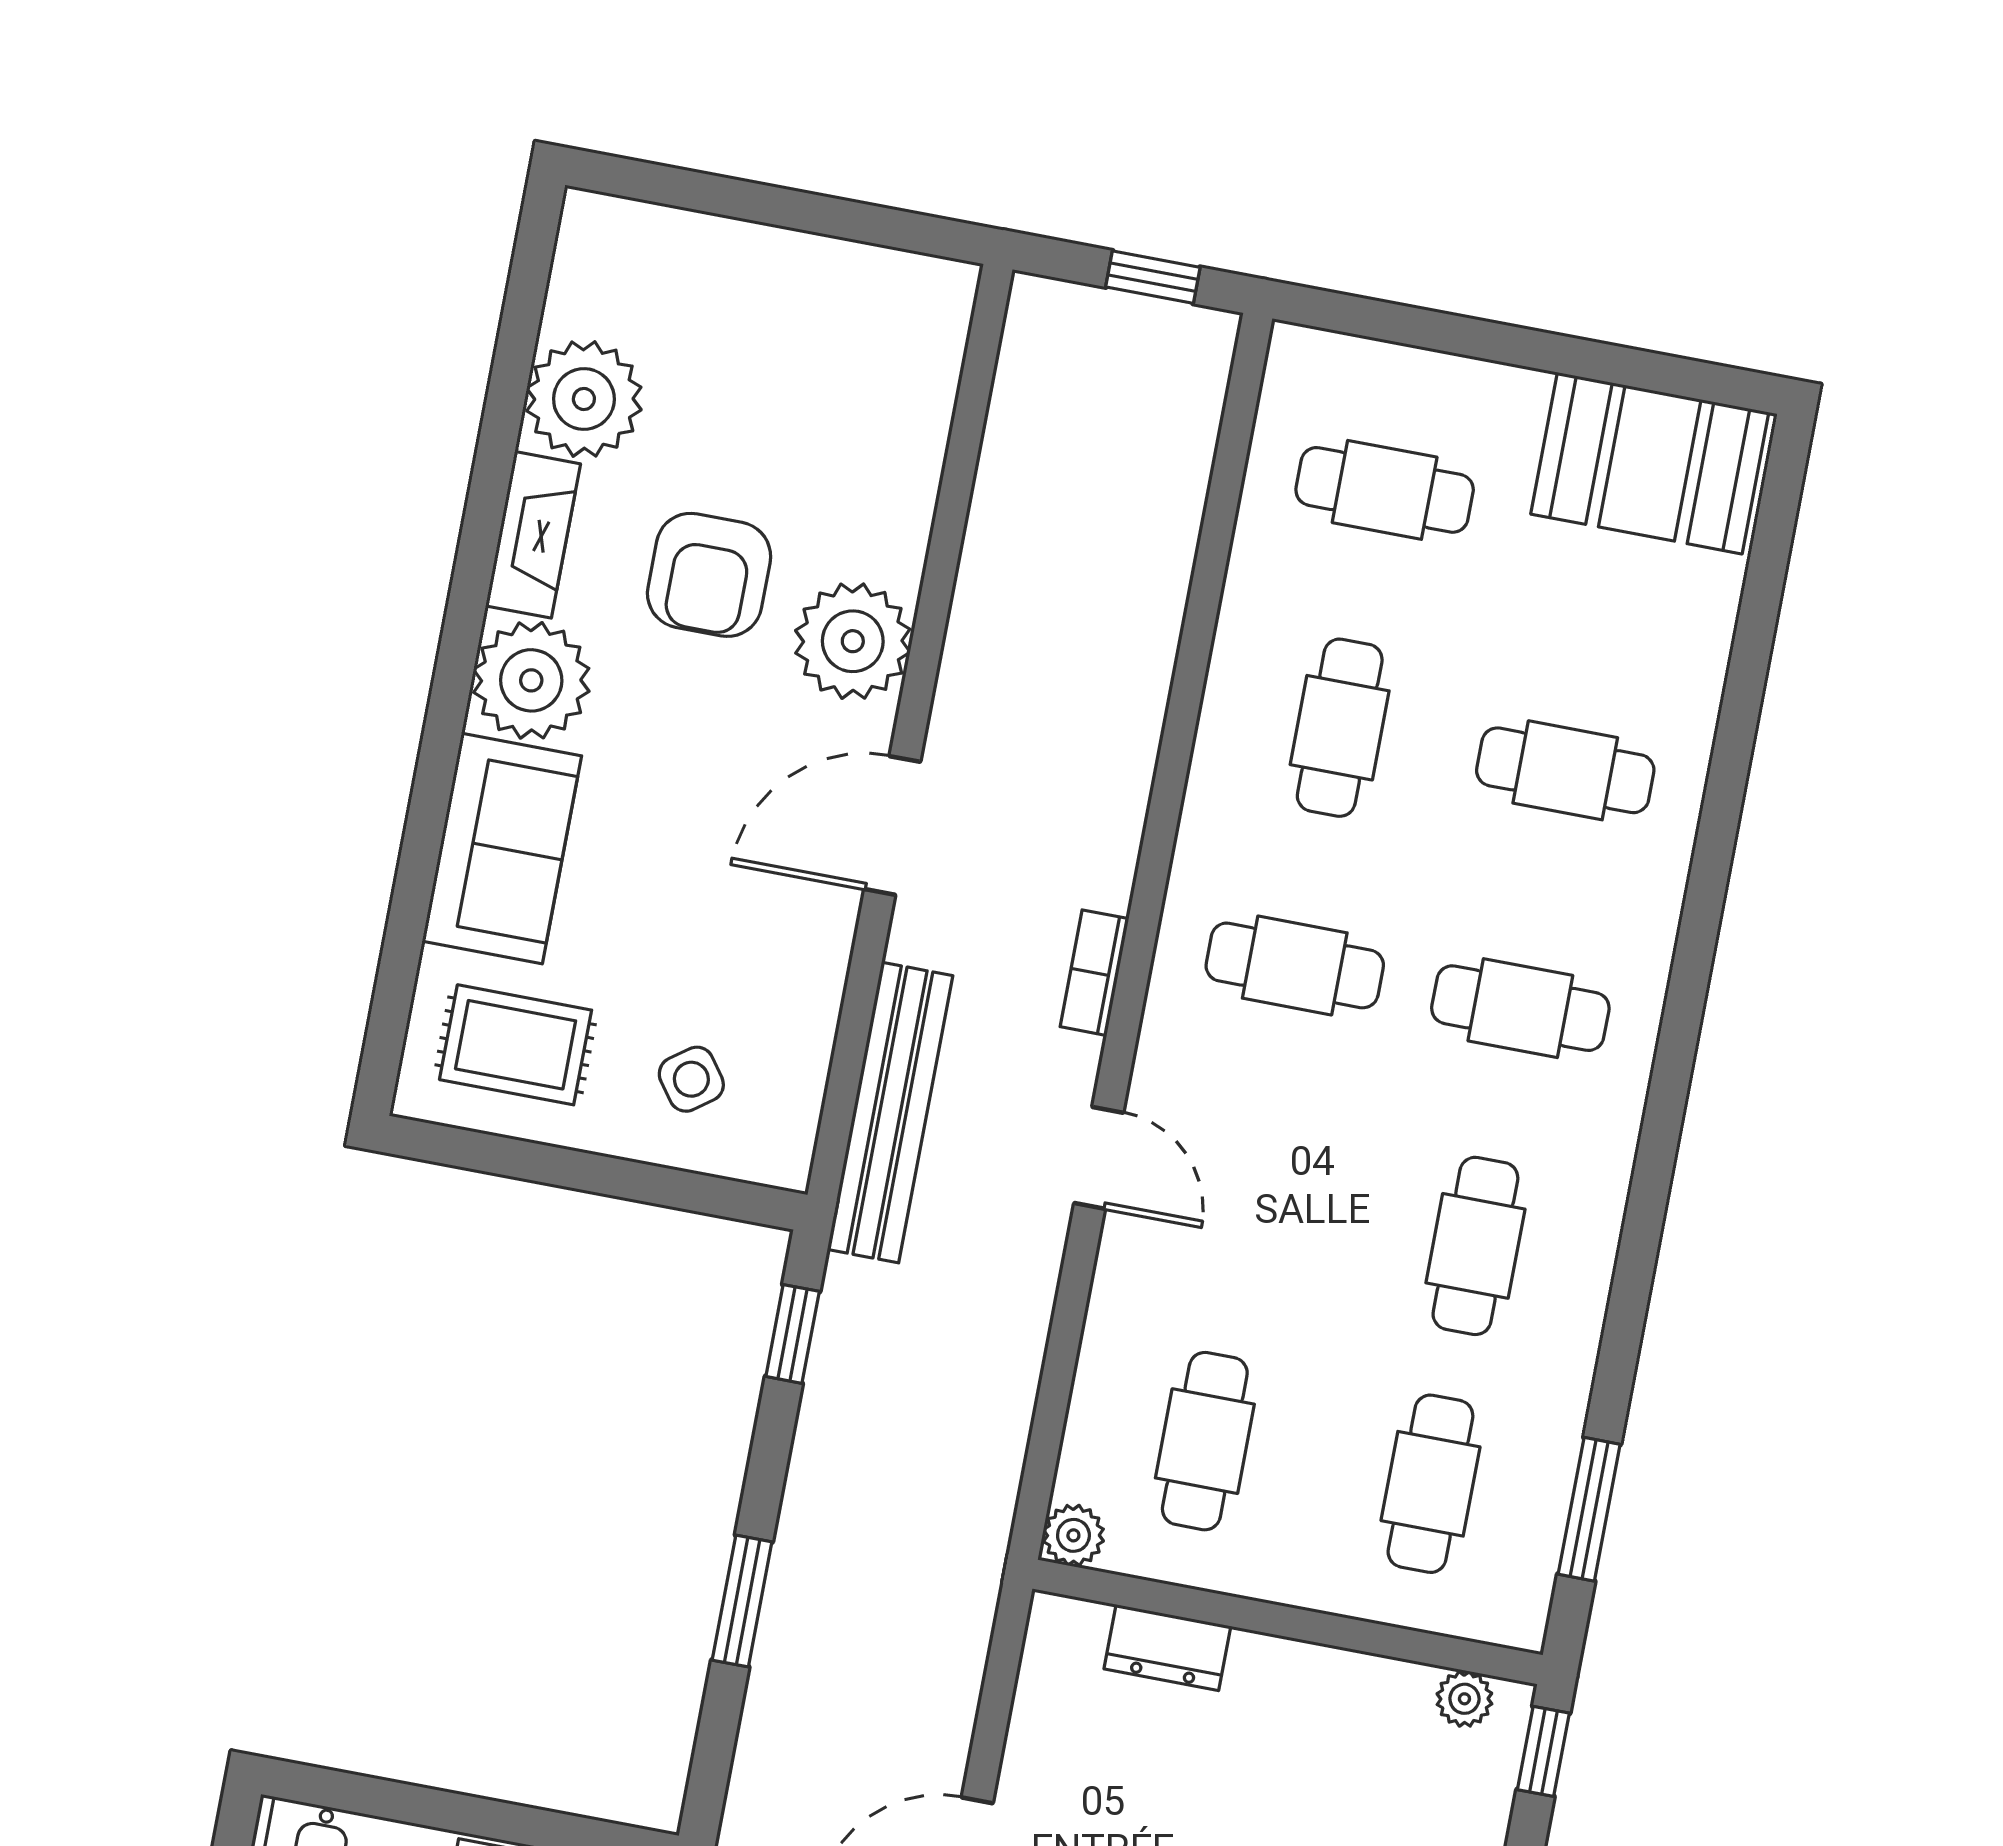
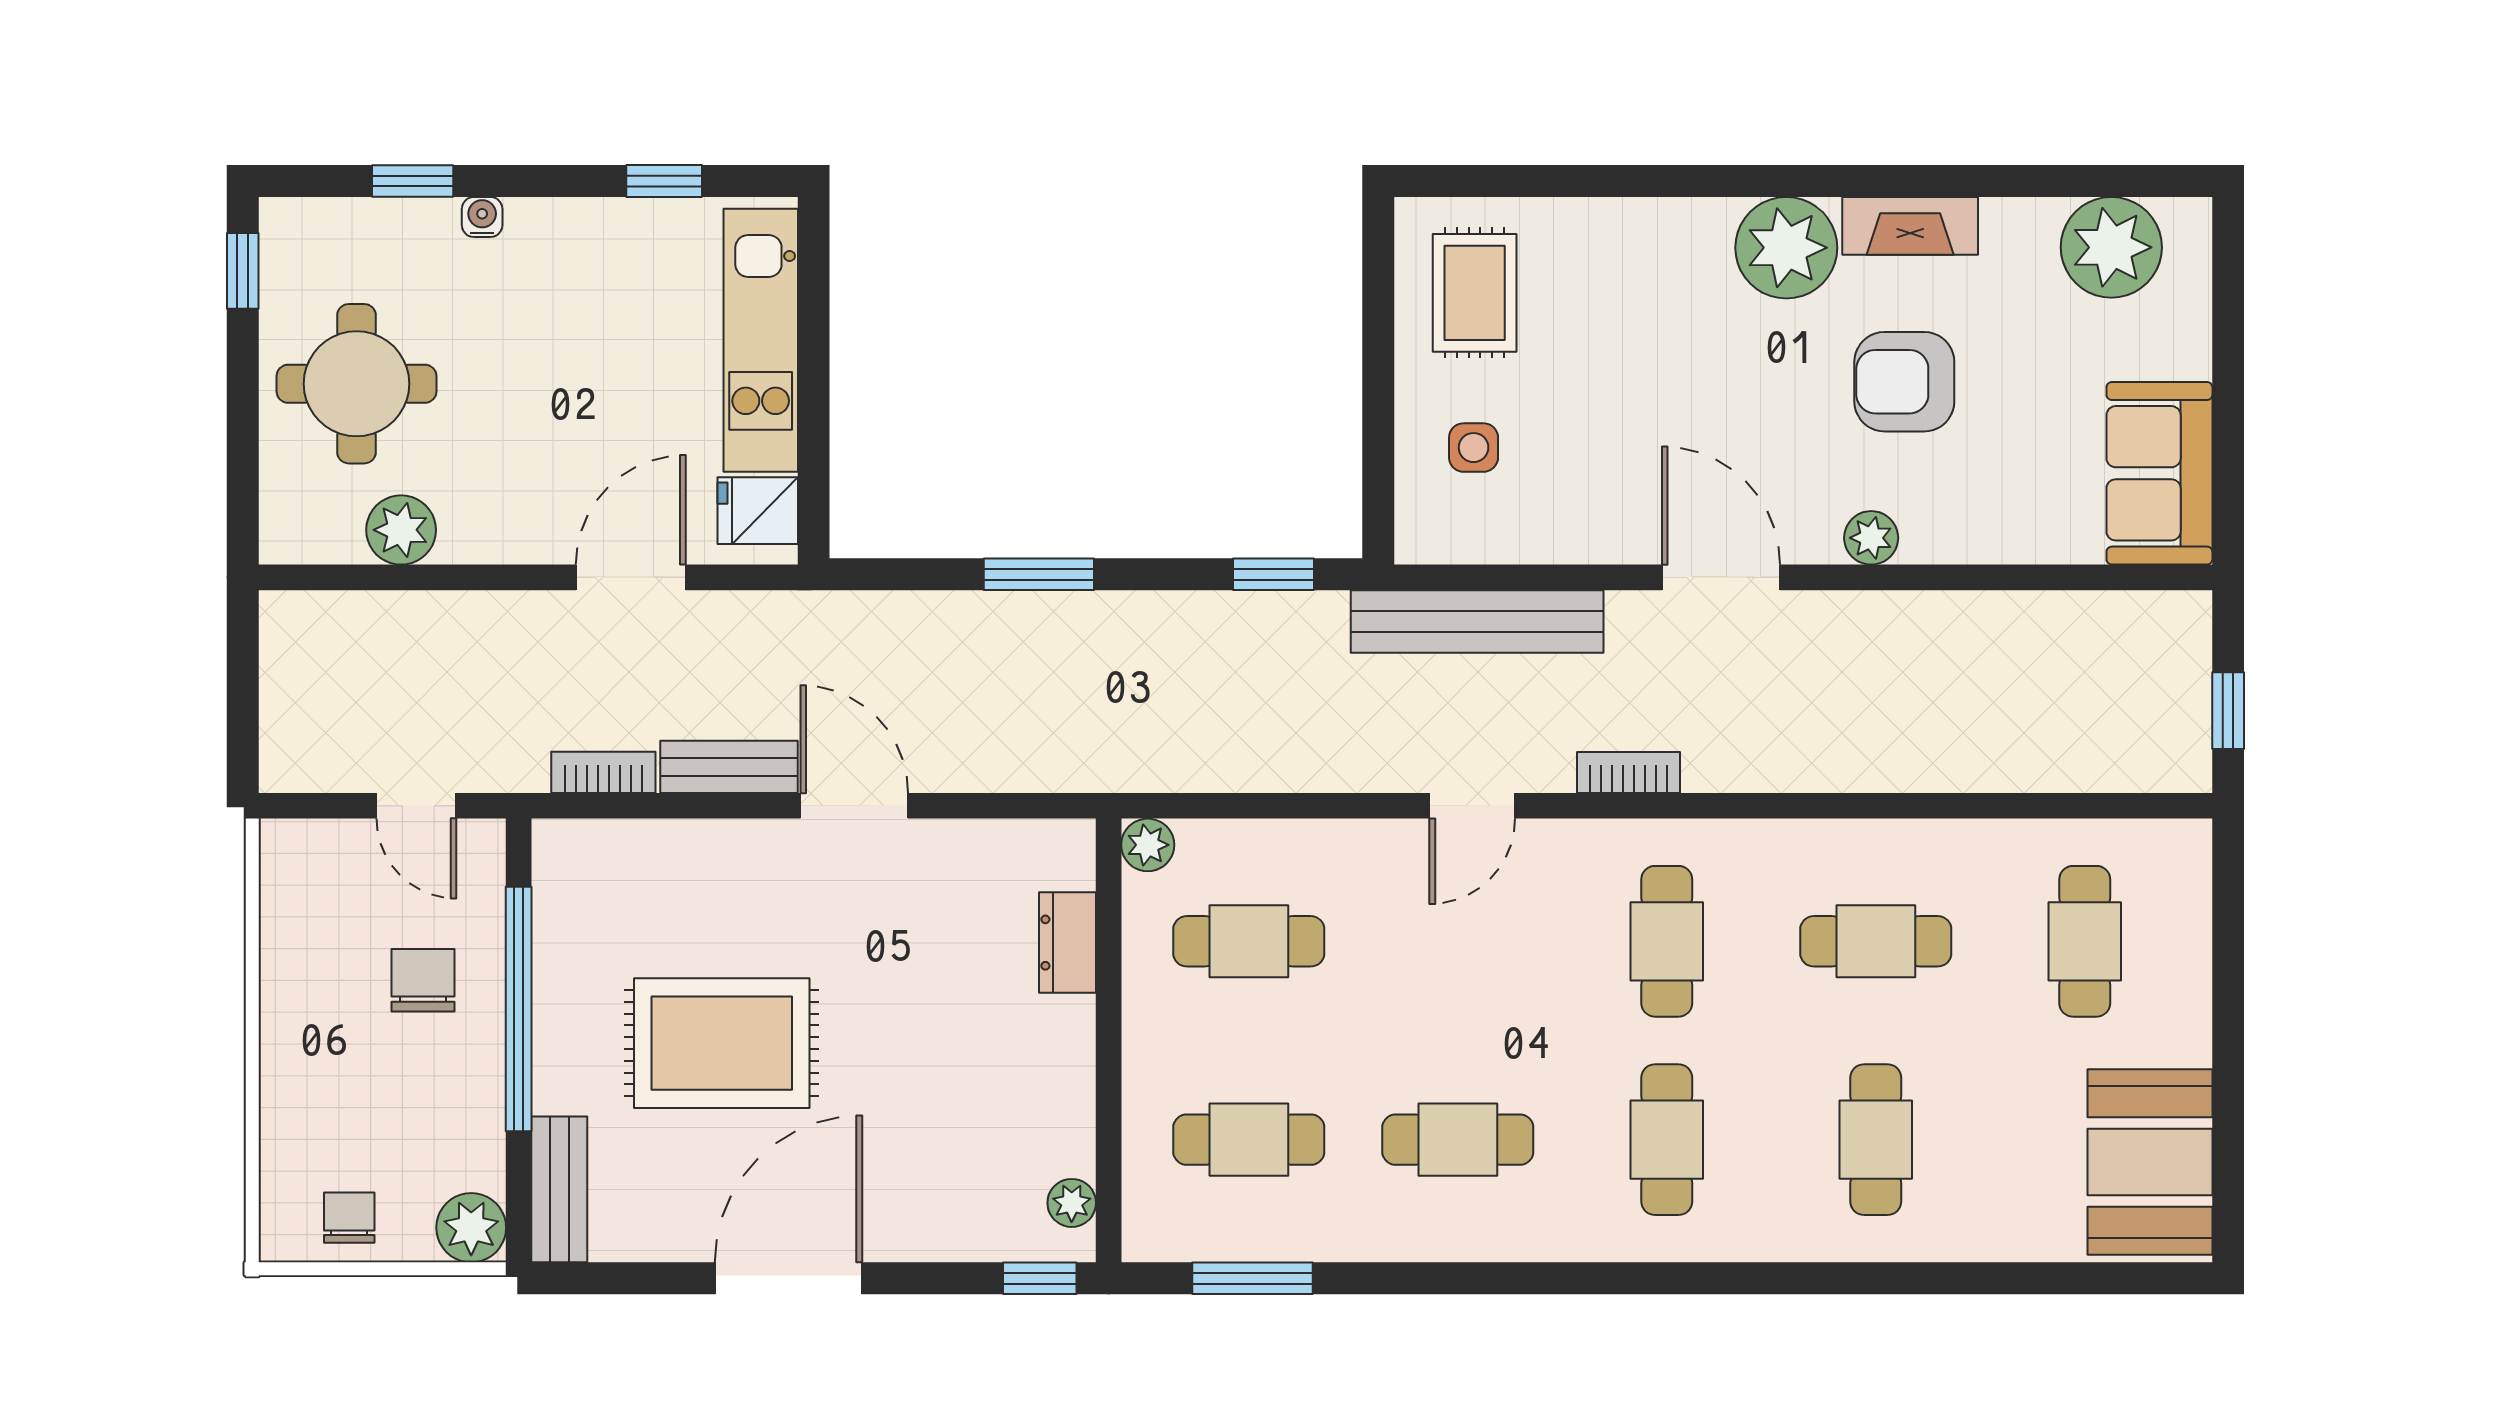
plant: (584, 399) -> (2111, 247), moved
plant: (853, 641) -> (1871, 538), width x0.53, depth x0.53
sofa: (502, 849) -> (2159, 473), moved, turned 90
side table: (691, 1079) -> (1474, 448), turned 36

